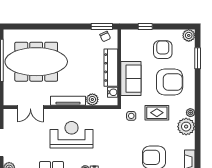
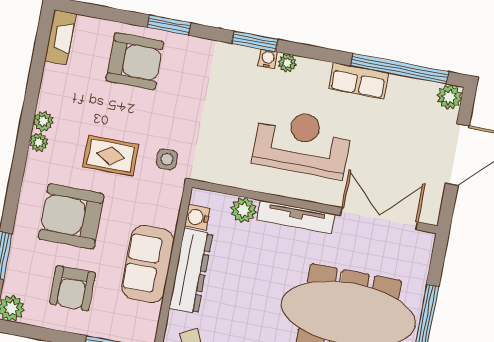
sofa: (131, 79) -> (148, 264), moved
double door: (30, 107) -> (379, 219), width x1.37
plant: (186, 127) -> (43, 121), width x0.53, depth x0.53
reception desk: (72, 135) -> (302, 143), turned 180

